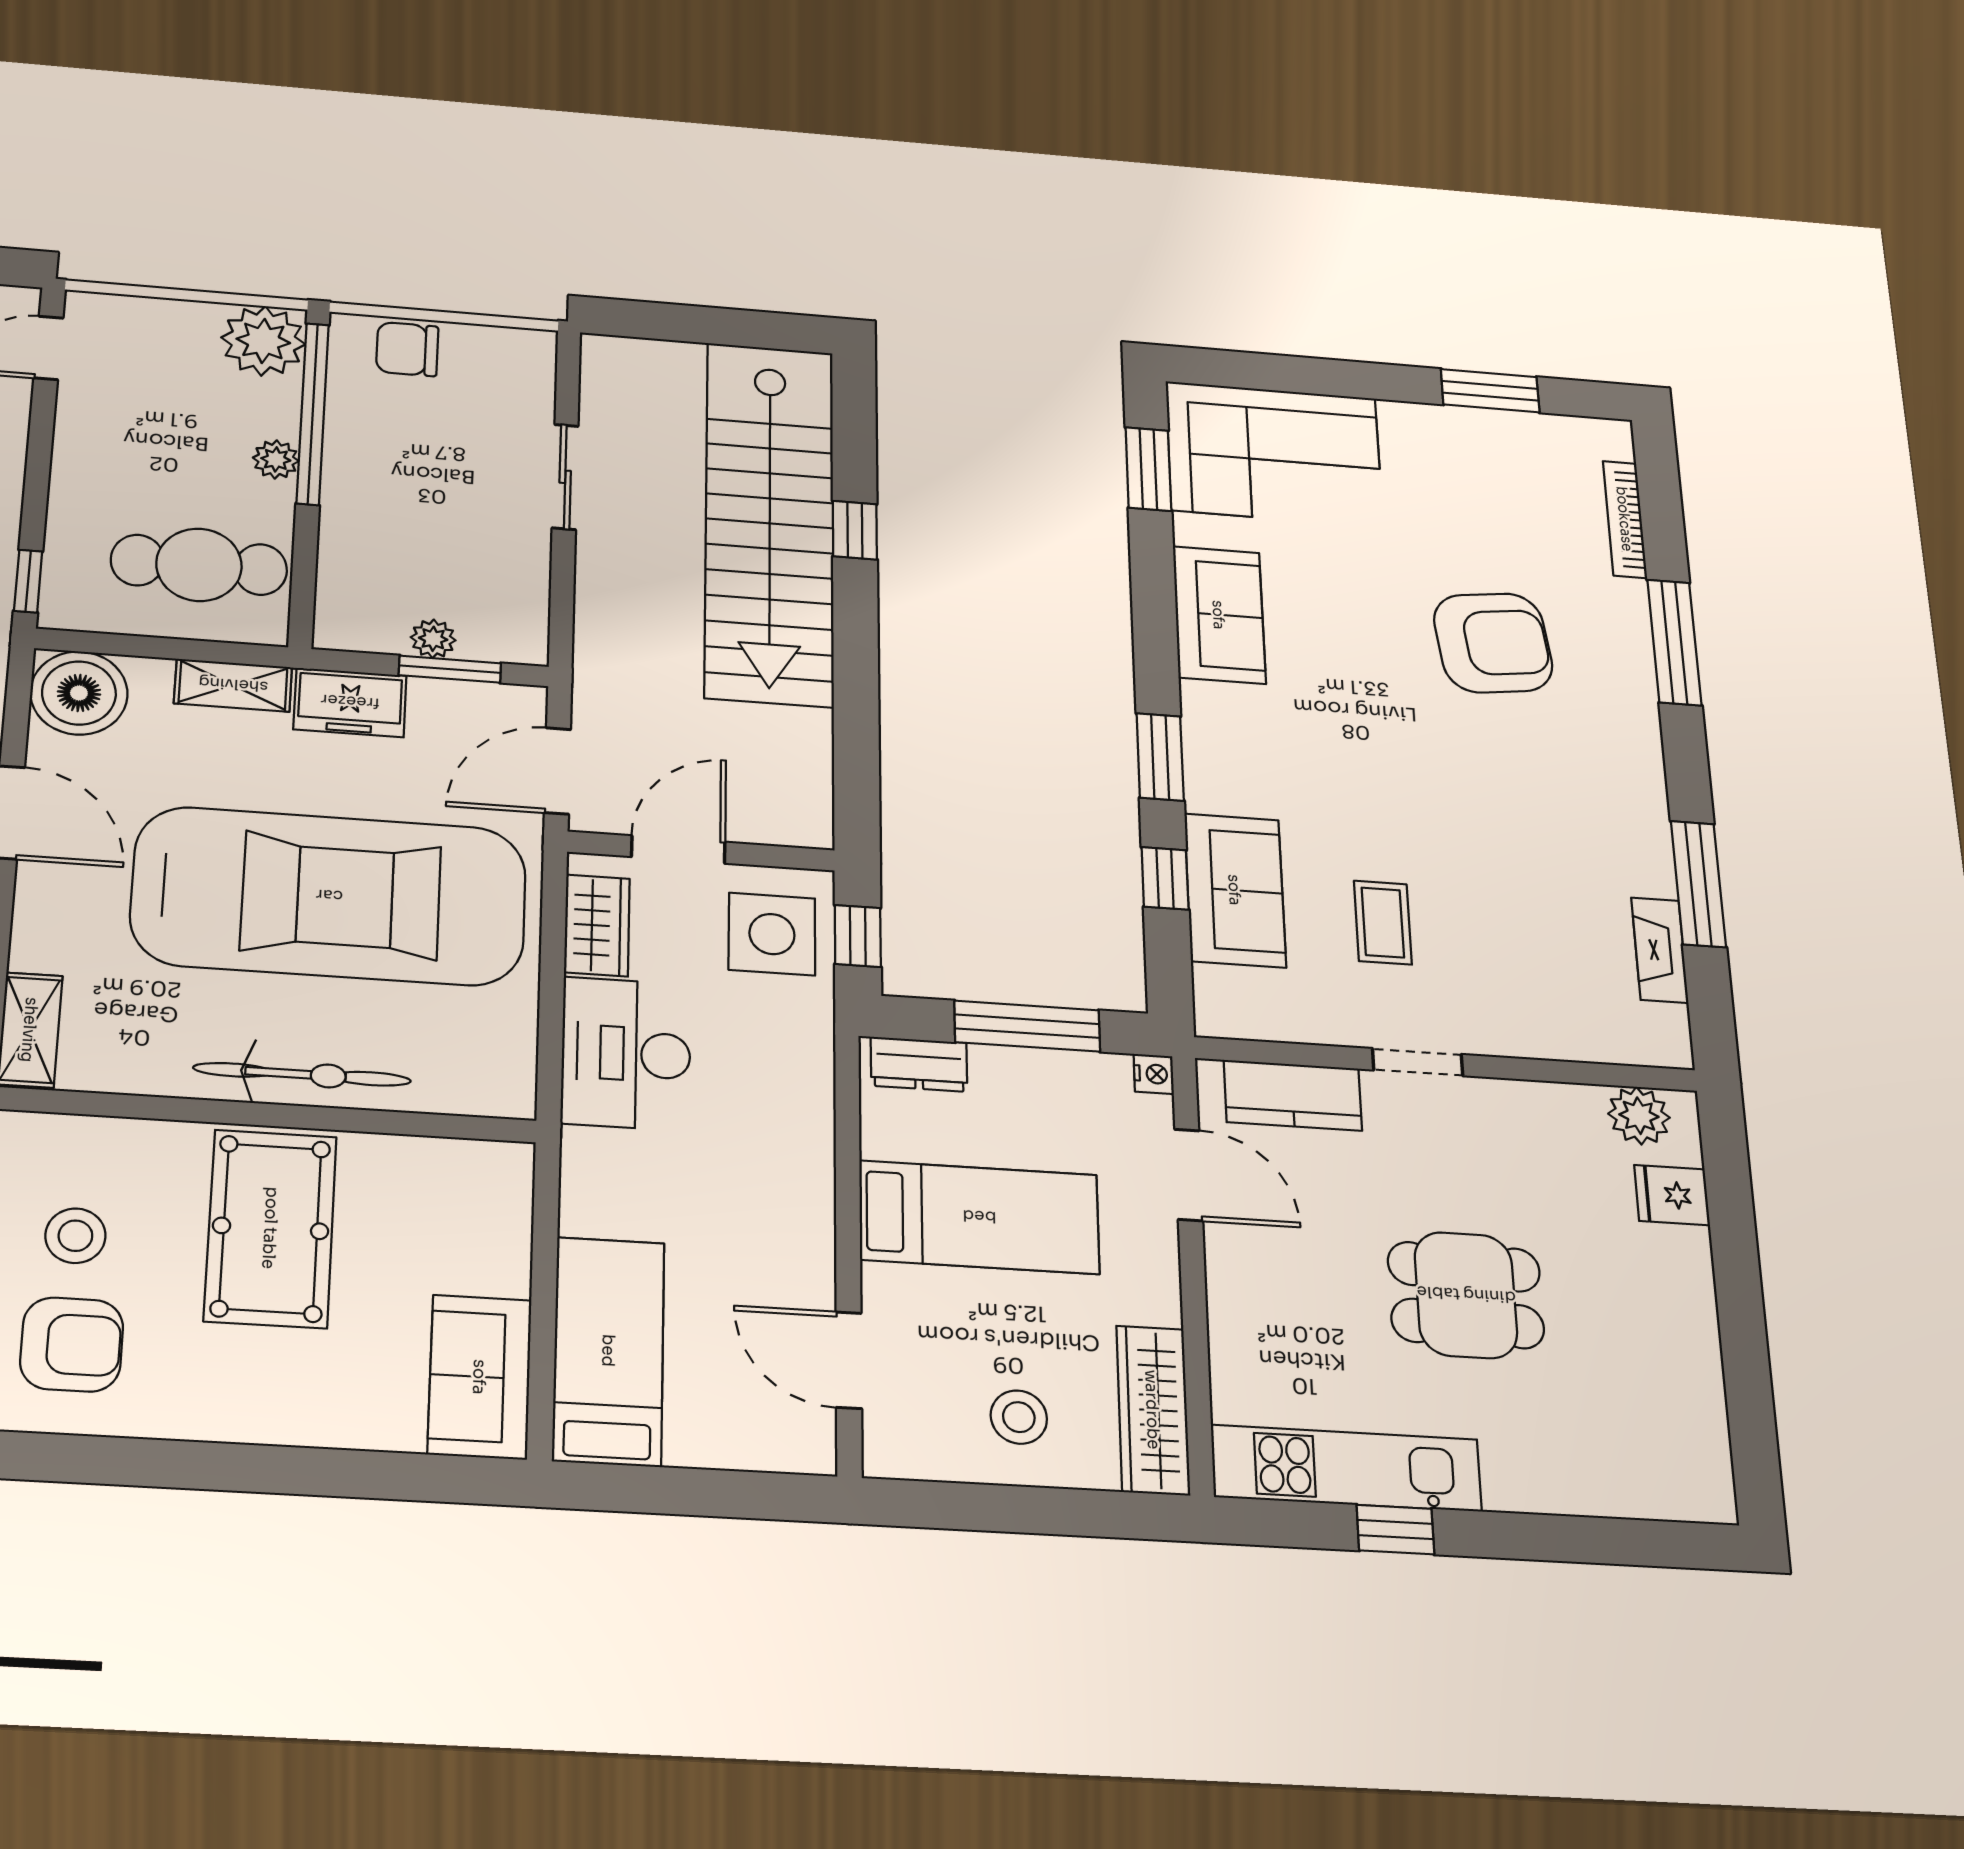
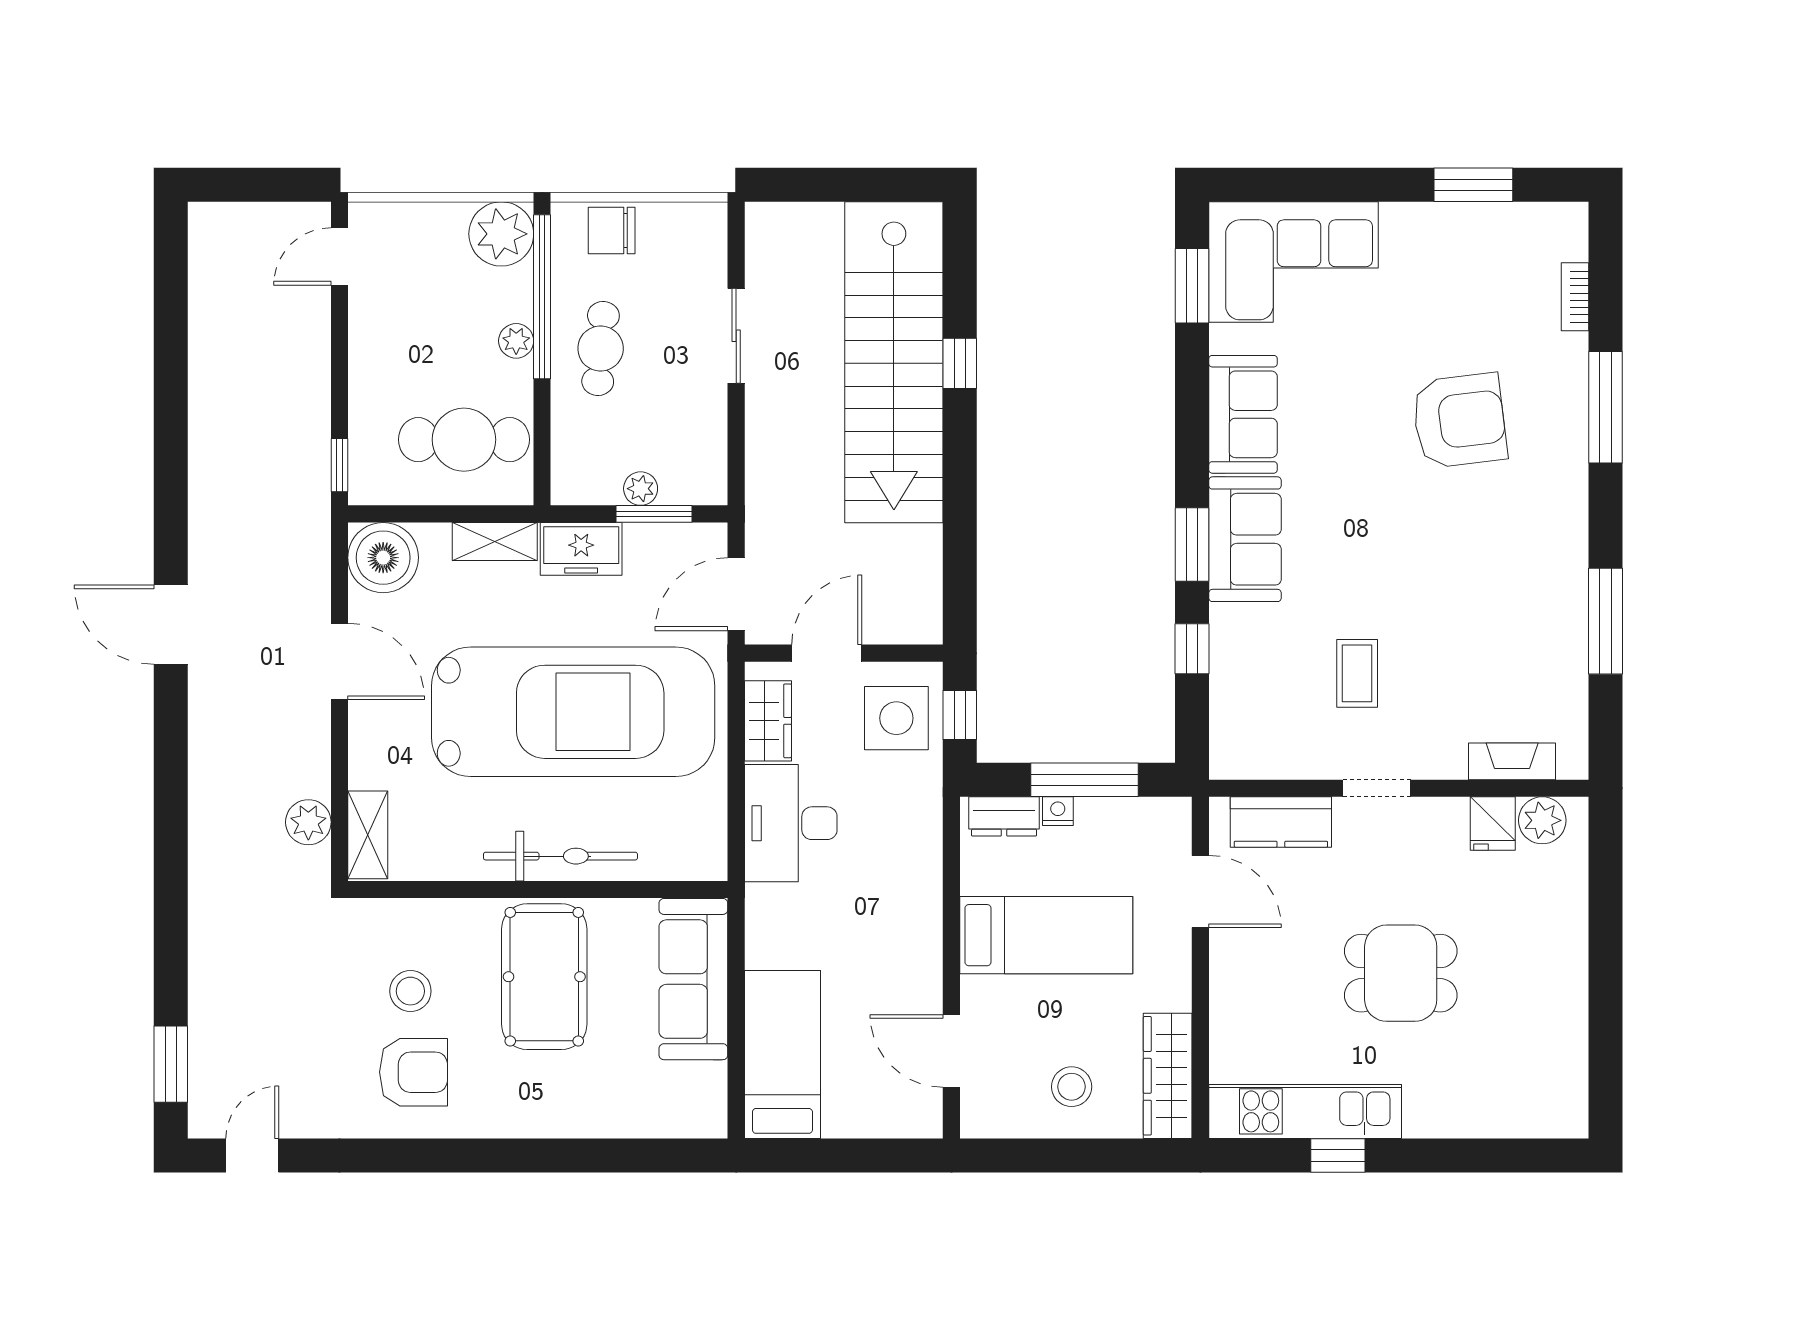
cafe table: (387, 477) -> (601, 349), added
bookcase: (1625, 519) -> (1575, 297), width x0.64
sofa: (1235, 890) -> (1245, 539), moved
fireplace: (1660, 950) -> (1512, 761), moved, turned 90
nightstand: (1154, 1074) -> (1058, 811), moved, turned -90
fridge: (1672, 1195) -> (1493, 823), moved, turned -90
sofa: (480, 1377) -> (693, 979), moved, width x1.36

